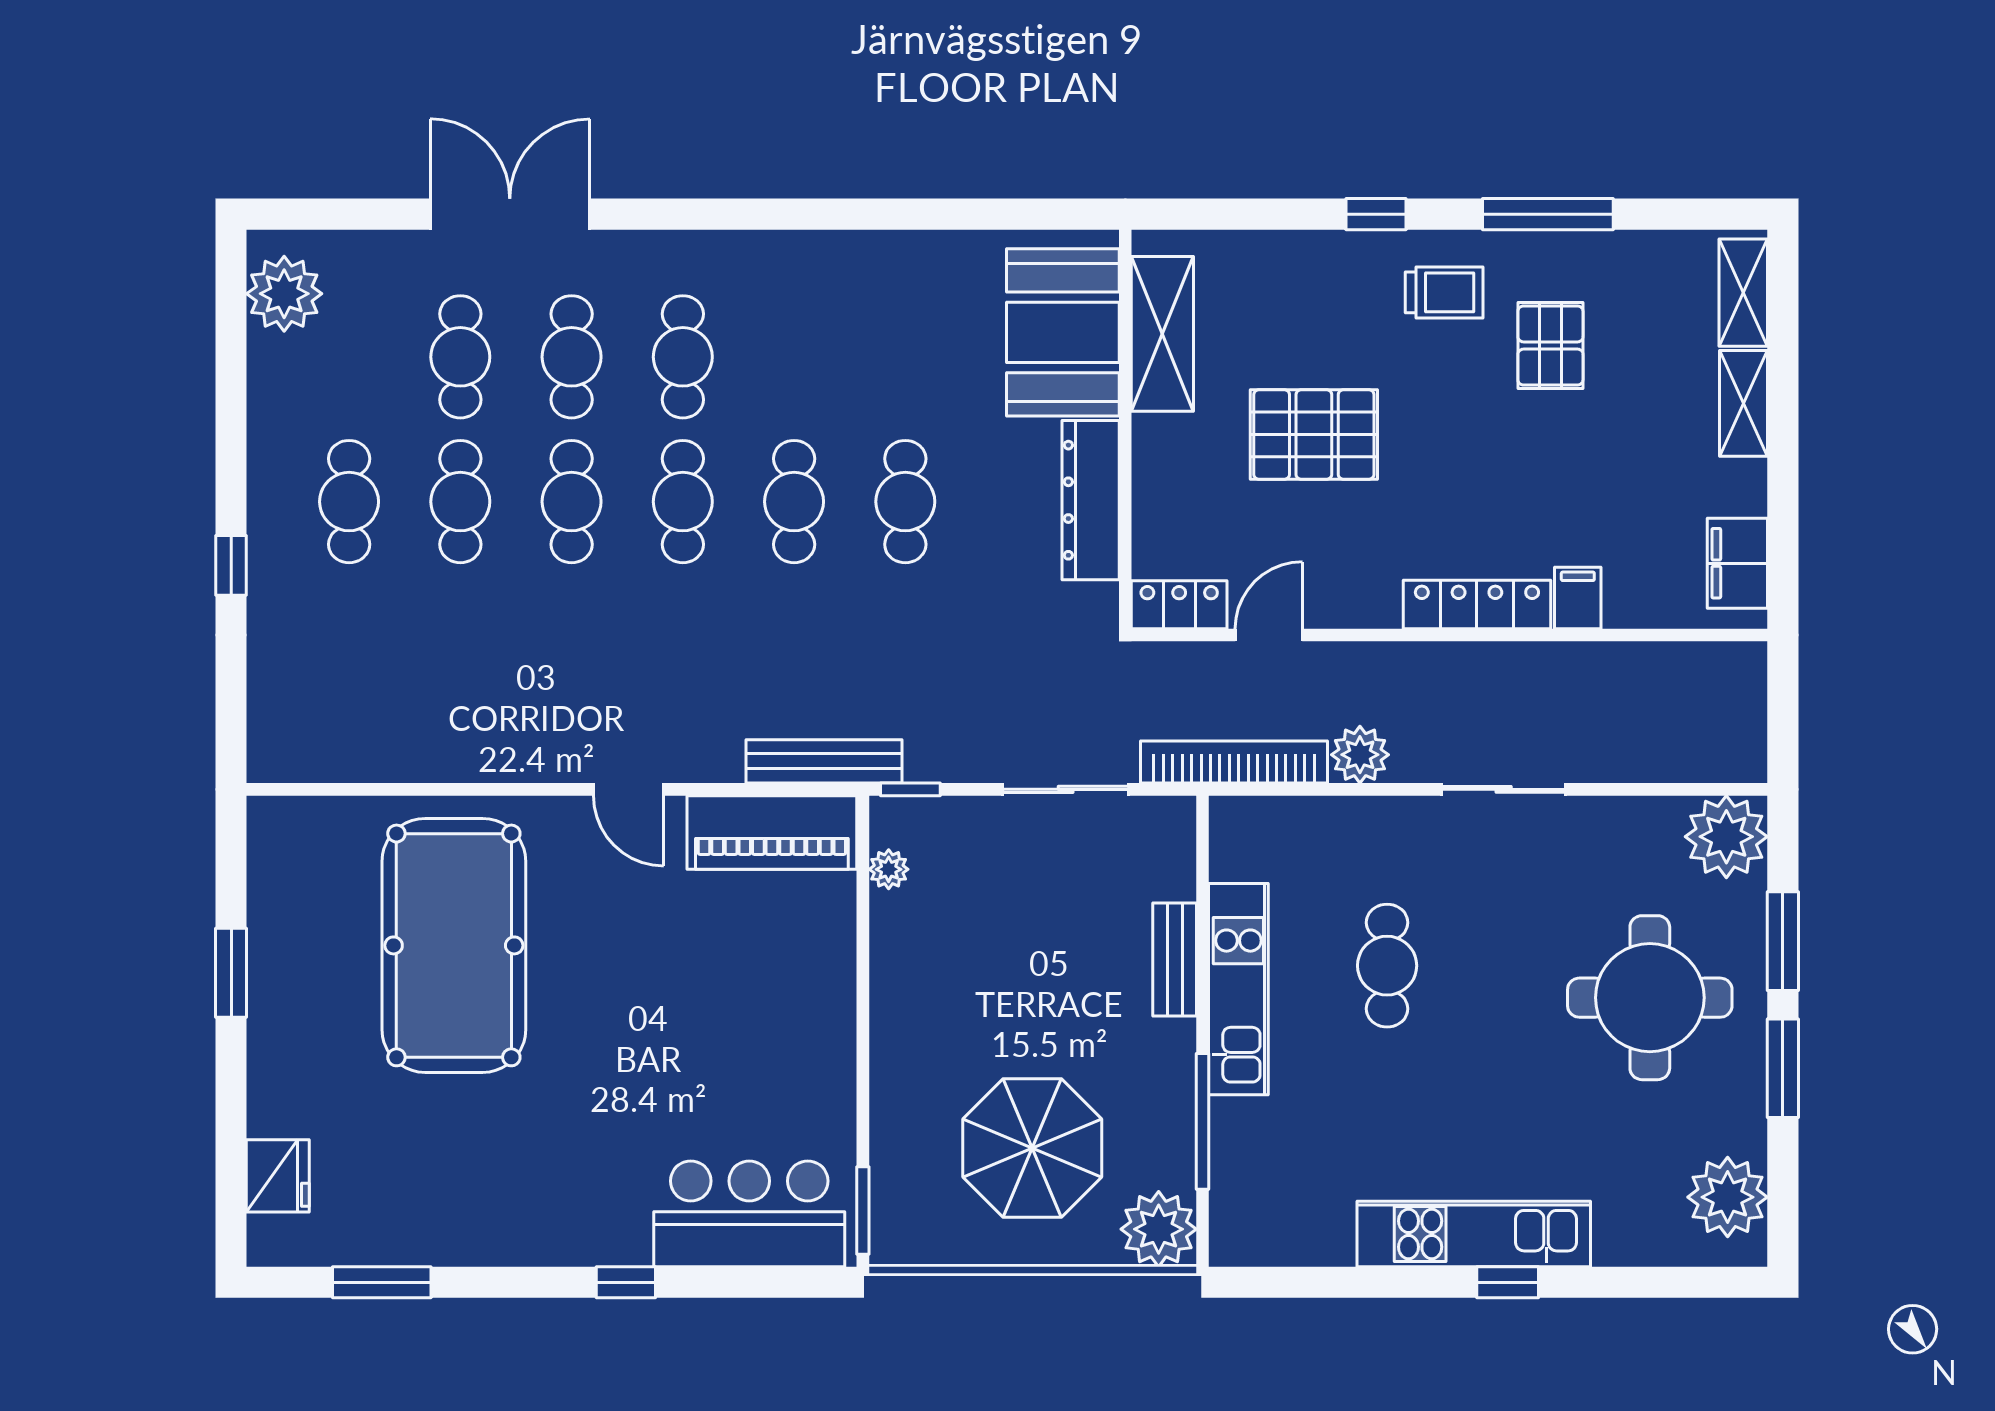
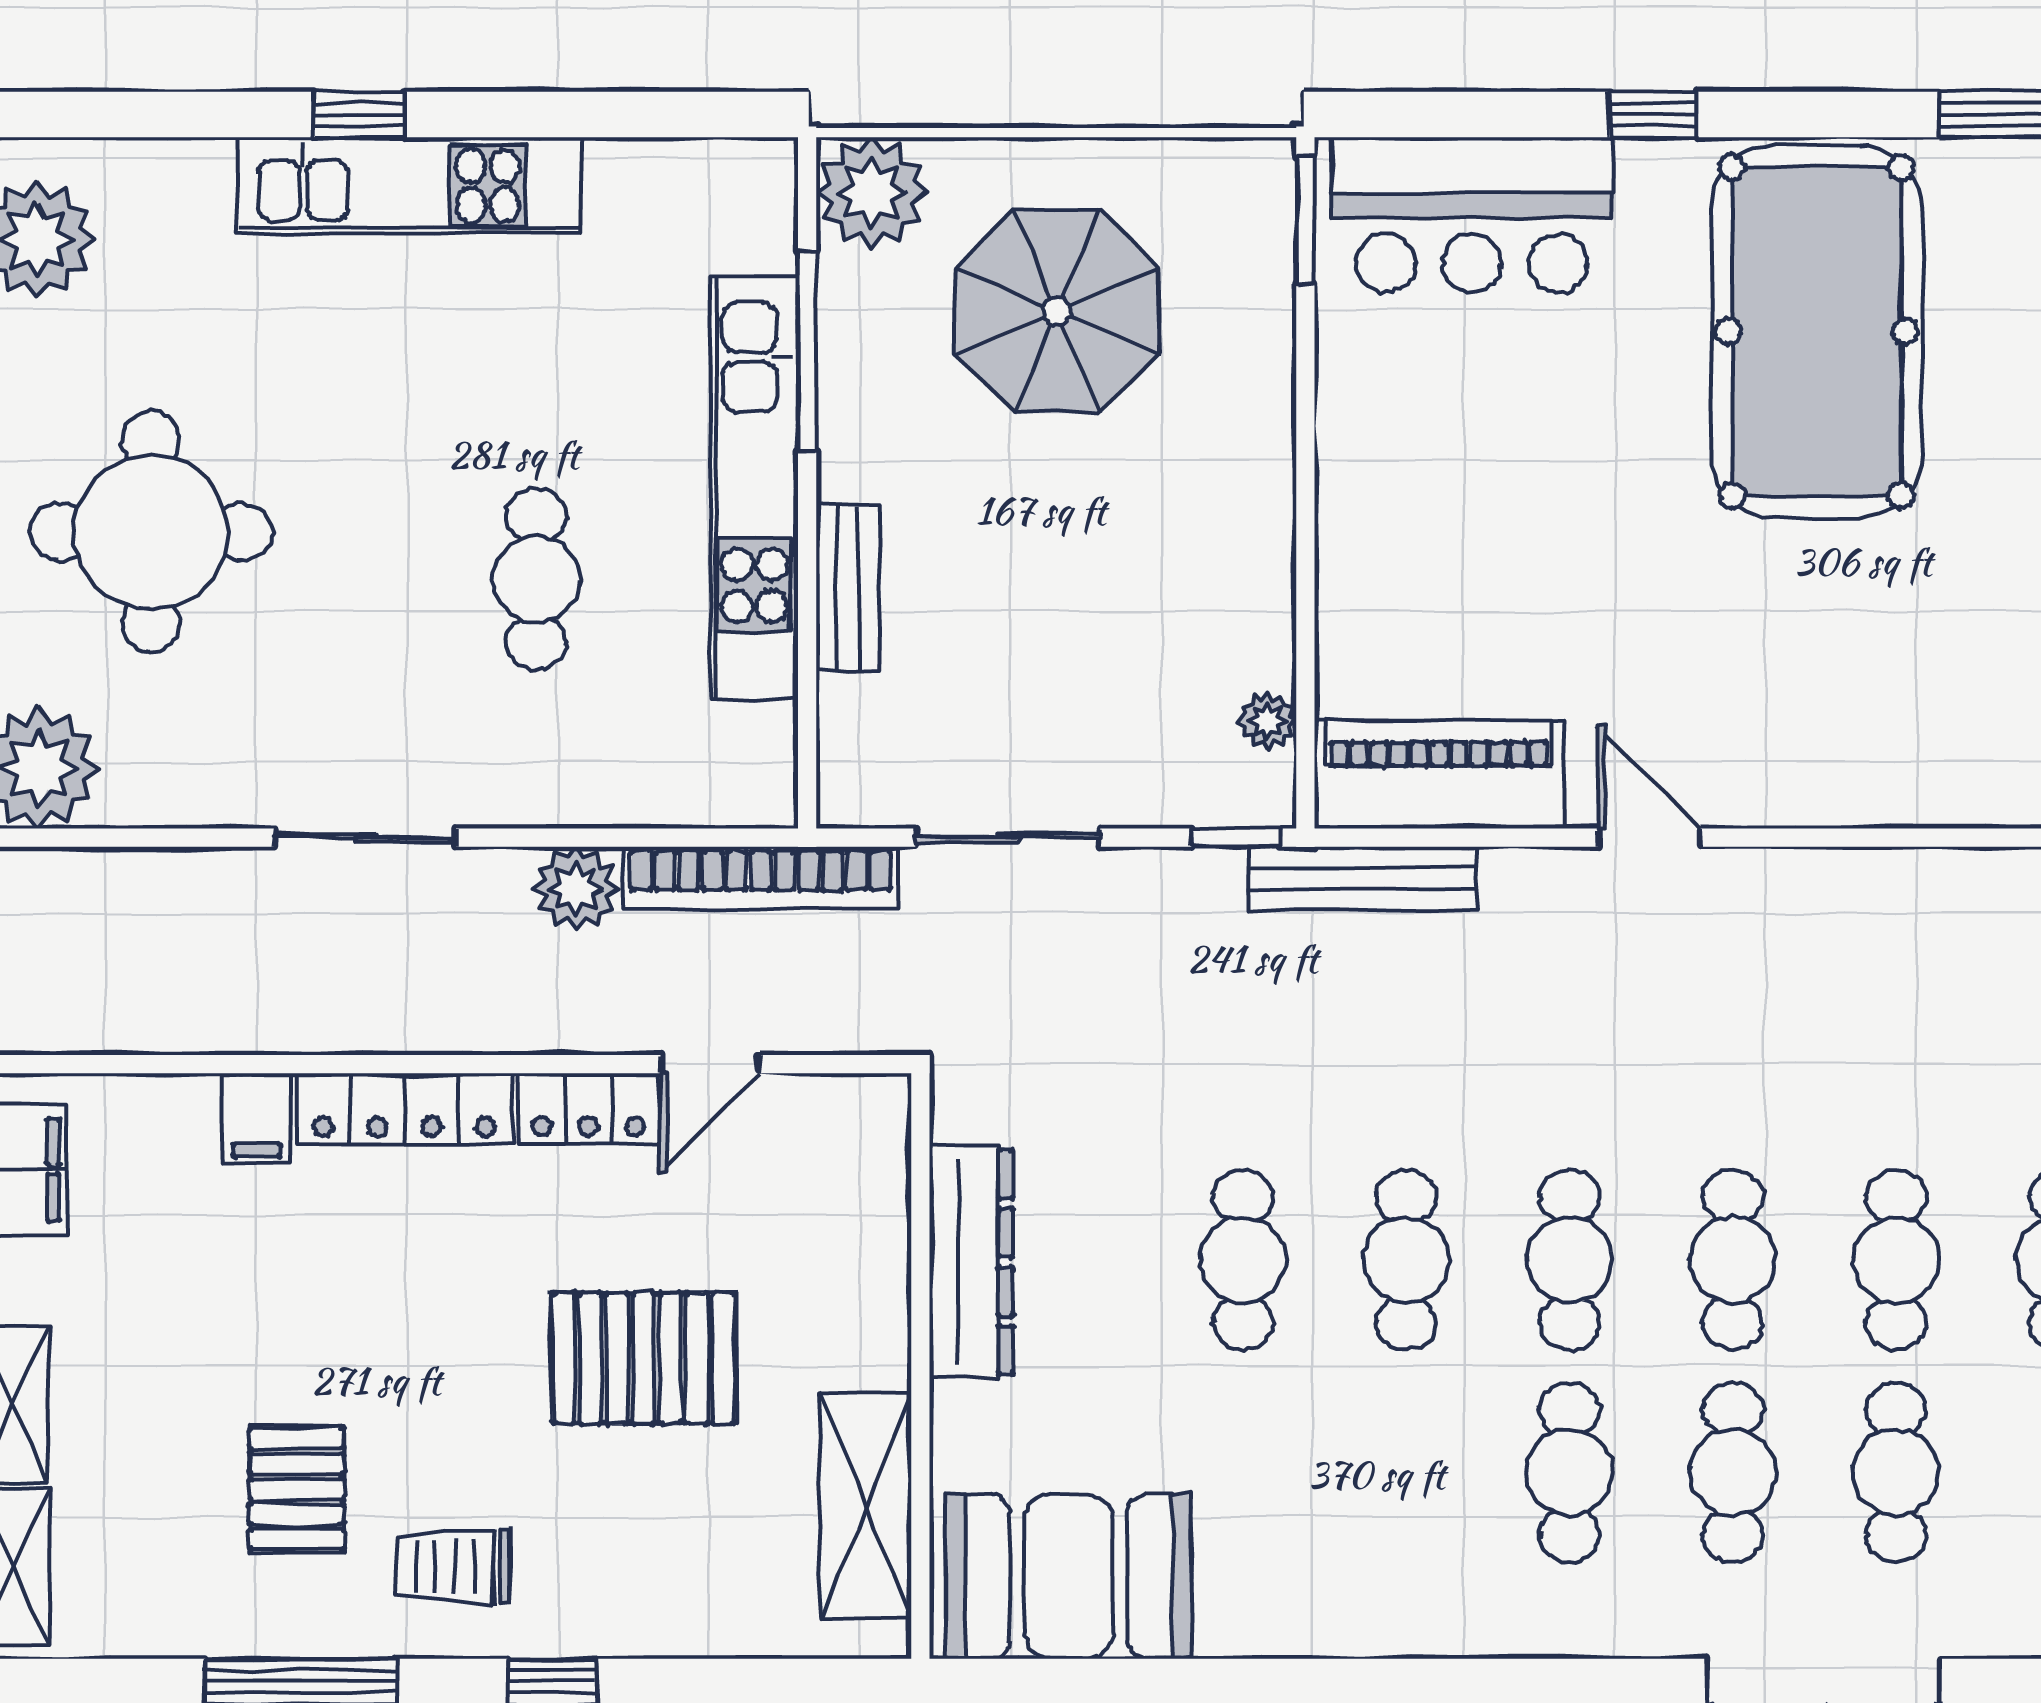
booth: (1063, 332) -> (1069, 1576), moved, turned 90
locker: (1179, 605) -> (588, 1109), moved
pool table: (454, 945) -> (1817, 331), moved
kitchen unit: (1238, 989) -> (754, 488), width x1.36

